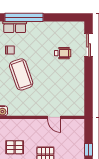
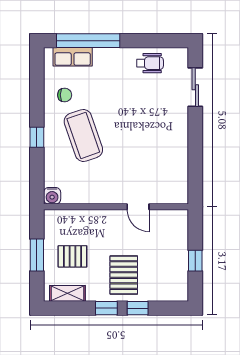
wheelchair: (63, 53) -> (150, 63), moved

